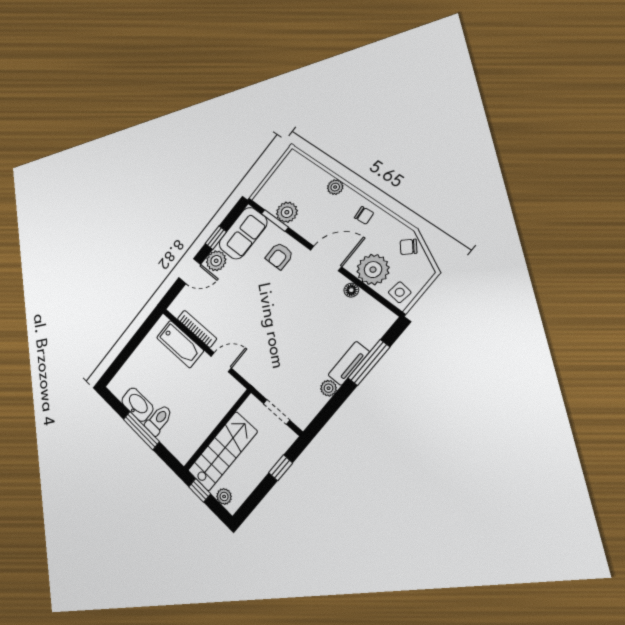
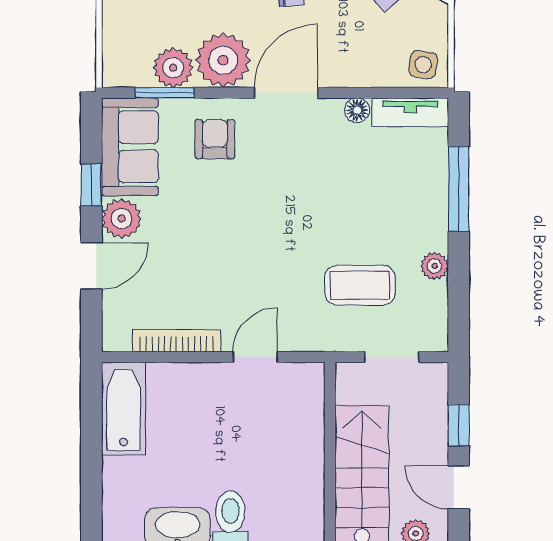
armchair: (279, 256) -> (215, 139), turned 180
plant: (373, 270) -> (223, 60), moved
bathtub: (180, 344) -> (123, 409), moved, turned -90
tv unit: (349, 363) -> (410, 112), moved, turned -90
coffee table: (289, 369) -> (360, 285), added
door: (258, 495) -> (459, 487), added

